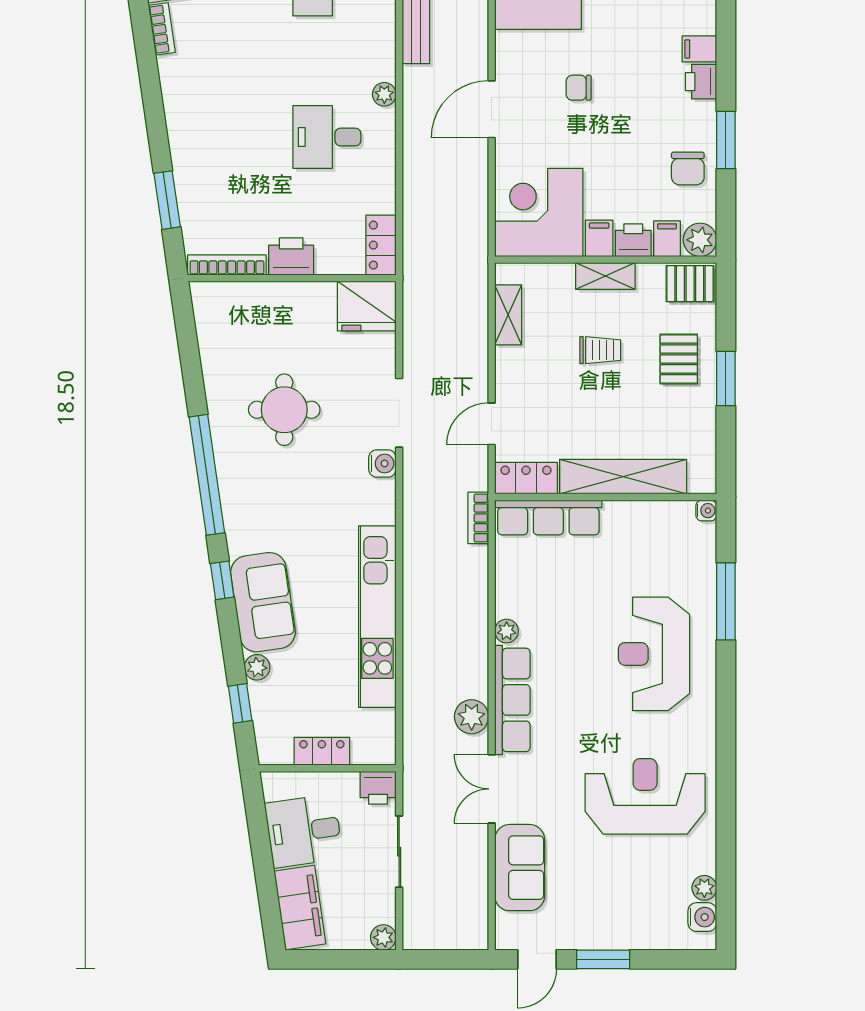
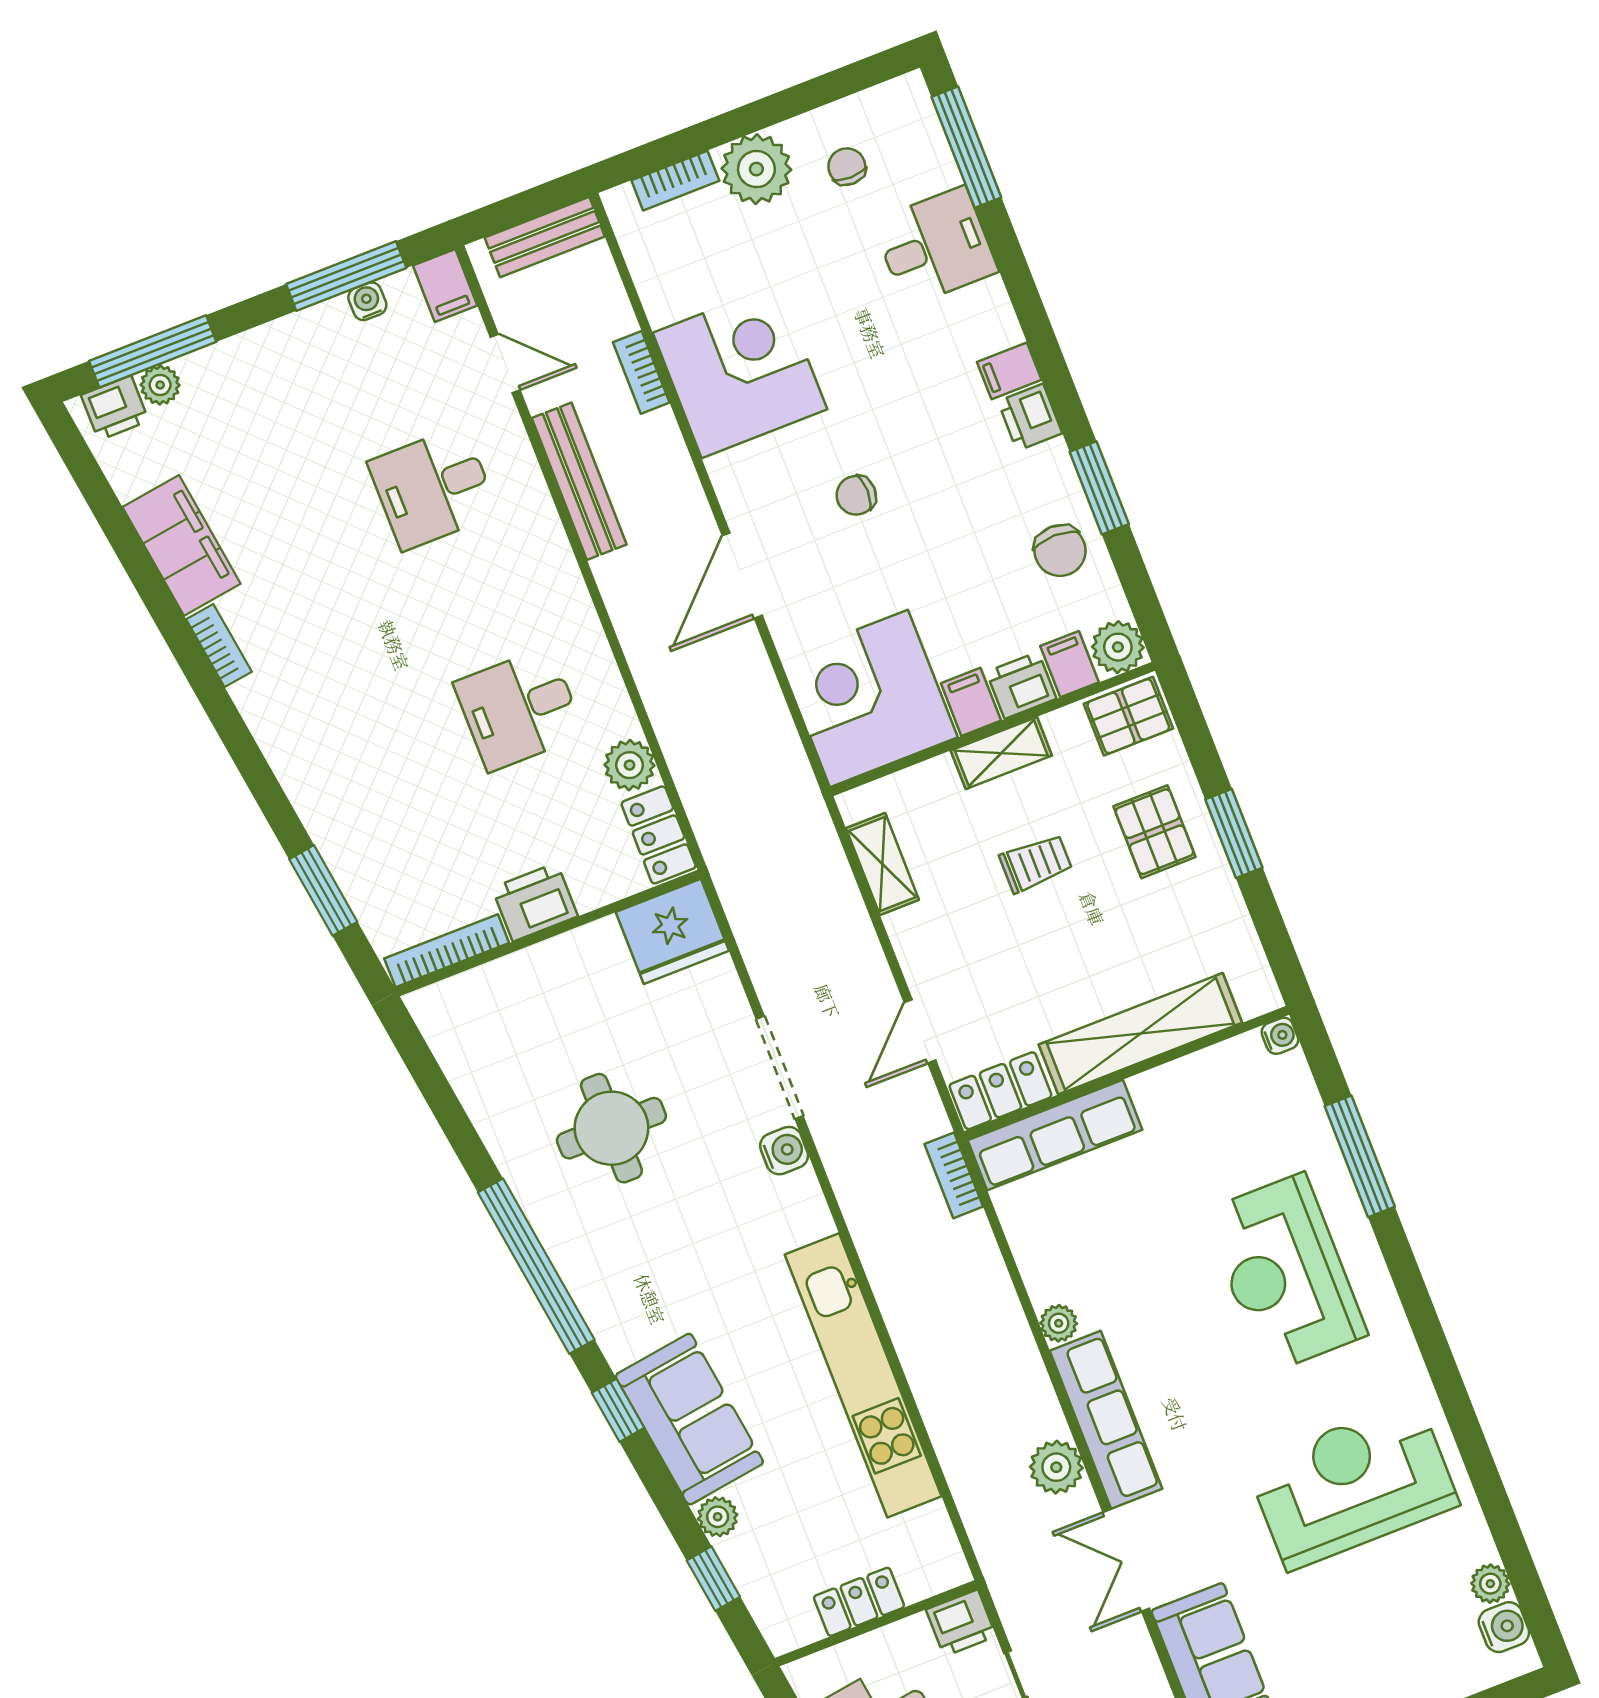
plant: (384, 94) -> (630, 765), moved, width x1.38, depth x1.38

